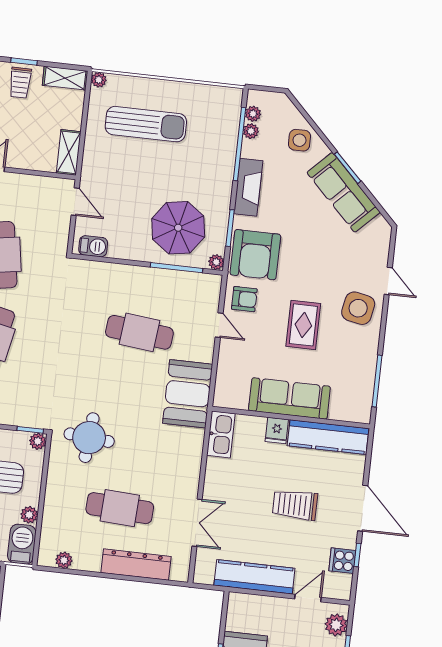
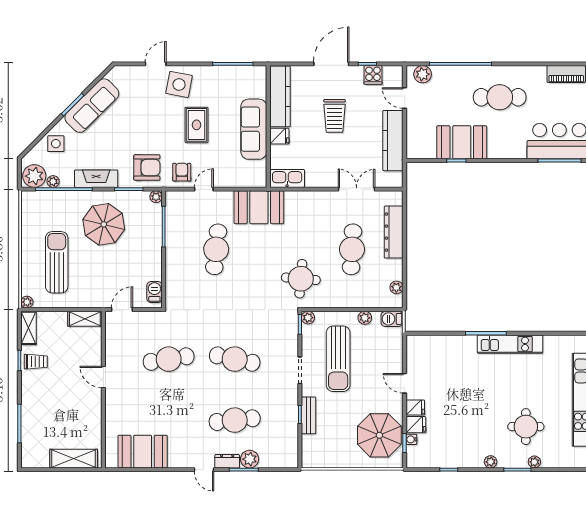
plant: (253, 114) -> (34, 176), width x1.88, depth x1.88
parasol: (178, 228) -> (104, 224), moved
armchair: (255, 255) -> (147, 168), width x0.73, depth x0.73
rug: (303, 325) -> (197, 125), turned 90
barbecue: (22, 544) -> (392, 319), width x0.73, depth x0.79

